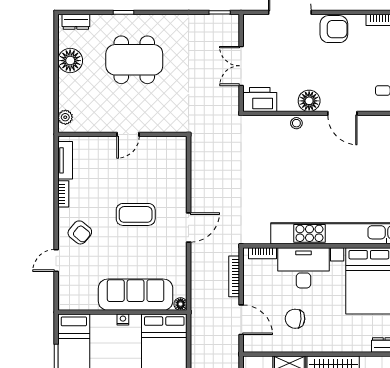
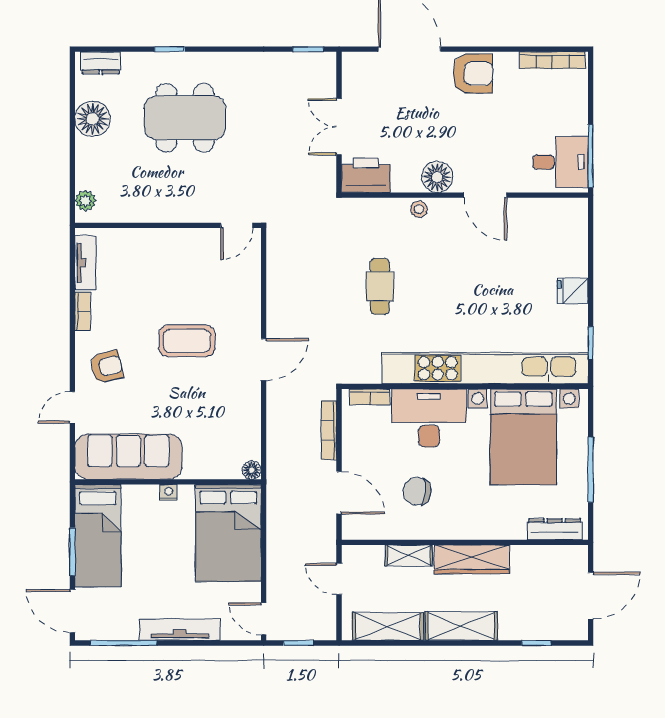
door: (128, 134) -> (237, 225), moved
cafe table: (269, 177) -> (380, 286), added
armchair: (80, 232) -> (106, 367), turned -53
sofa: (136, 295) -> (128, 457), moved

